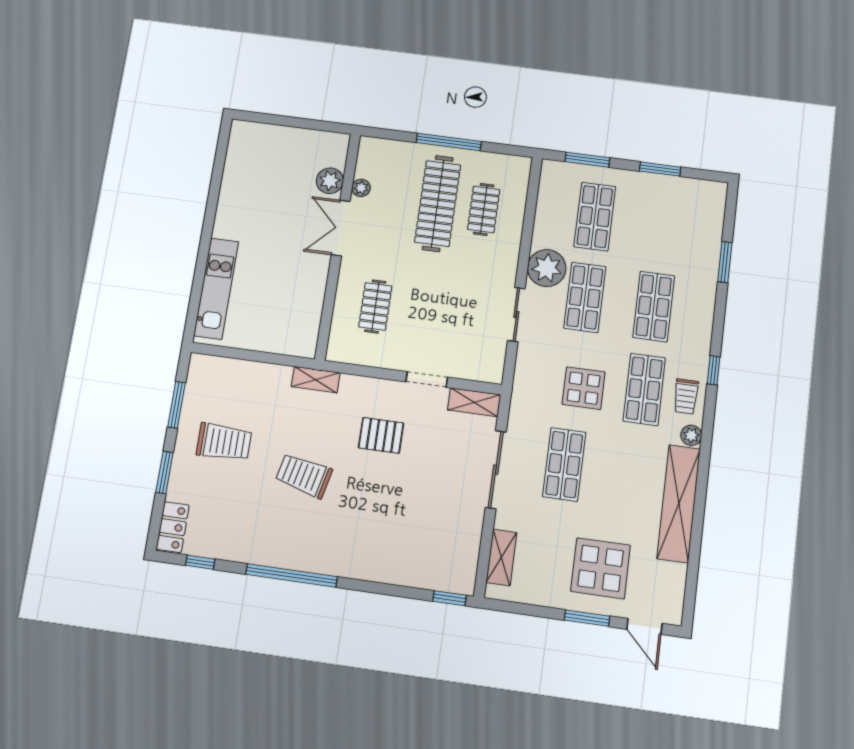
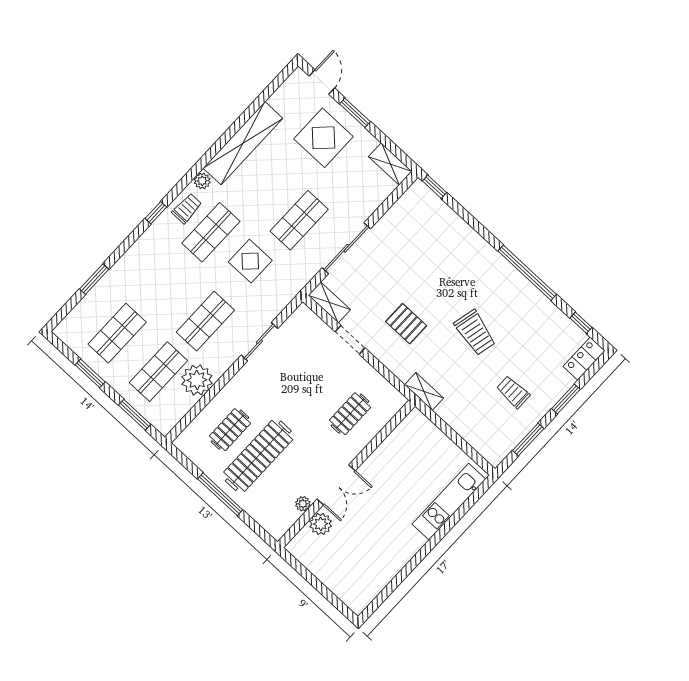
plant: (547, 268) -> (197, 380), moved
shop shelf: (654, 306) -> (117, 333), moved
trolley: (224, 442) -> (513, 392), width x0.73, depth x0.72
shelving: (501, 557) -> (390, 164), moved, turned 90

